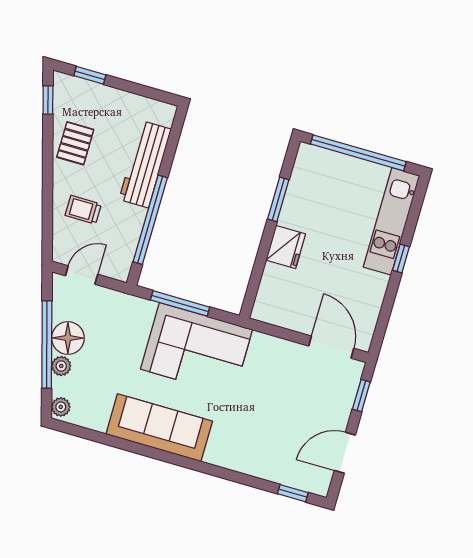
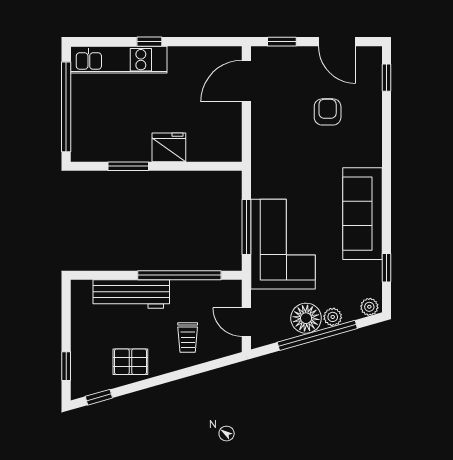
corner sofa: (197, 349) -> (283, 244), moved
armchair: (275, 422) -> (328, 112), added
window: (96, 436) -> (386, 268), added

